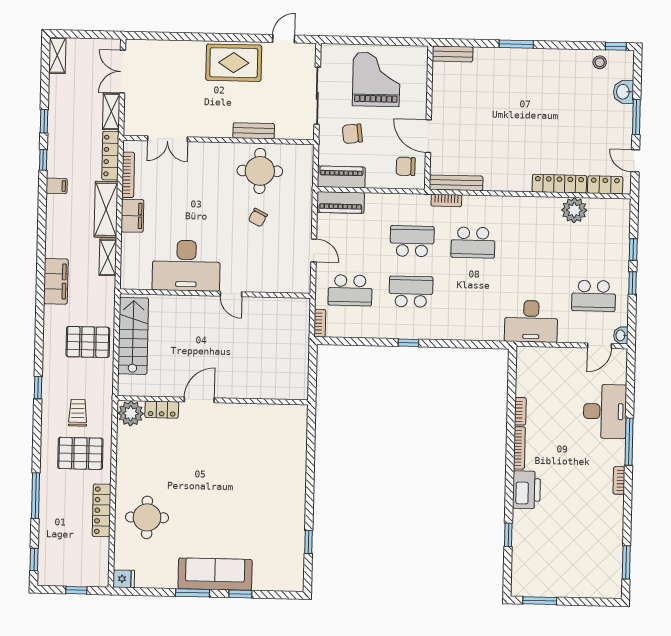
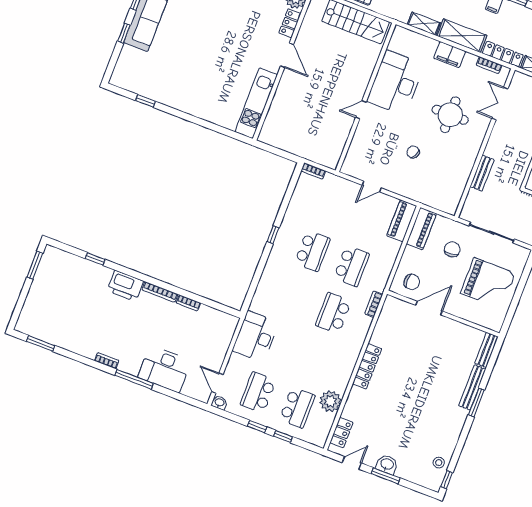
washbasin: (623, 92) -> (387, 464), moved
chair: (406, 166) -> (412, 282), turned 90
round table: (260, 171) -> (450, 115), moved
bookcase: (128, 175) -> (489, 65), width x0.64
bench: (456, 183) -> (472, 387), moved
locker: (559, 184) -> (367, 366), moved
school desk: (350, 290) -> (297, 408), moved, turned 180
kitchen unit: (266, 415) -> (256, 103), added

